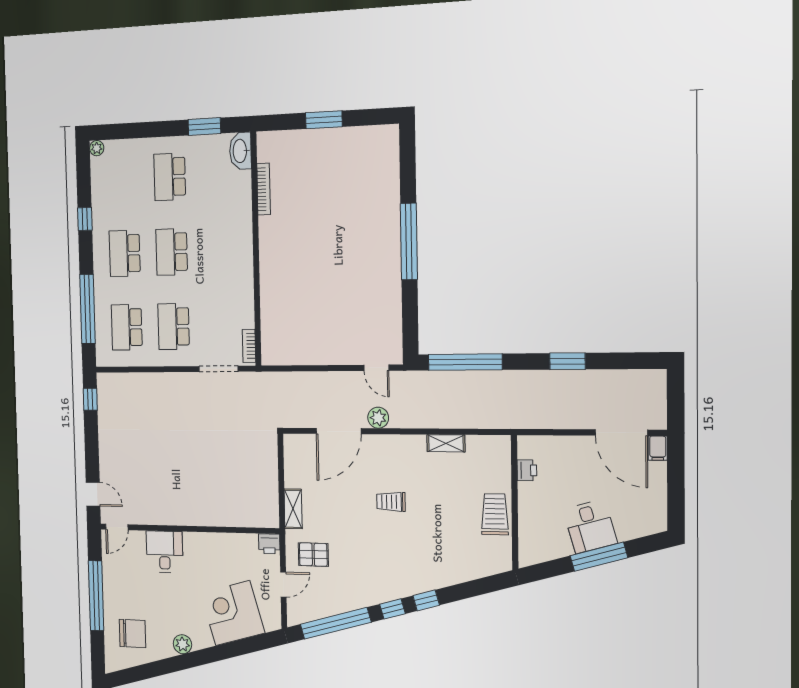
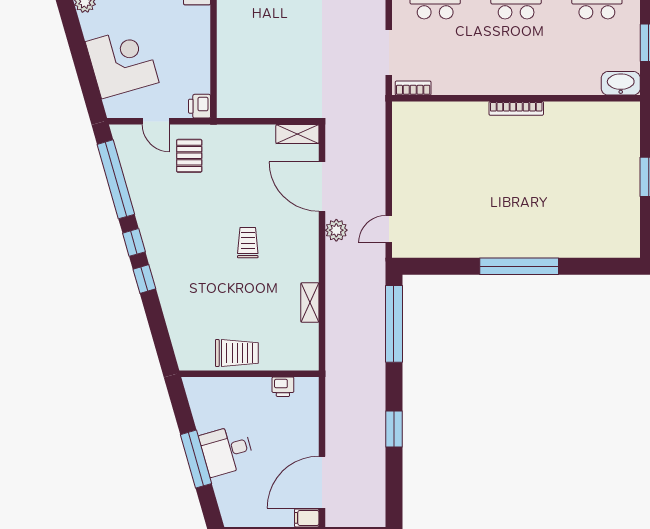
bookcase: (264, 189) -> (516, 108), moved
shelving: (293, 509) -> (297, 134), moved

